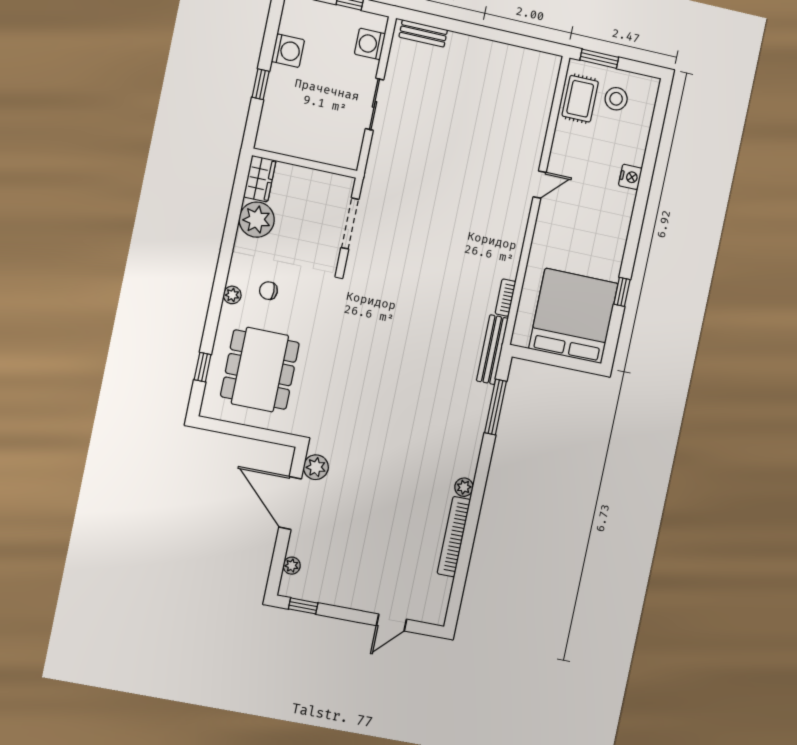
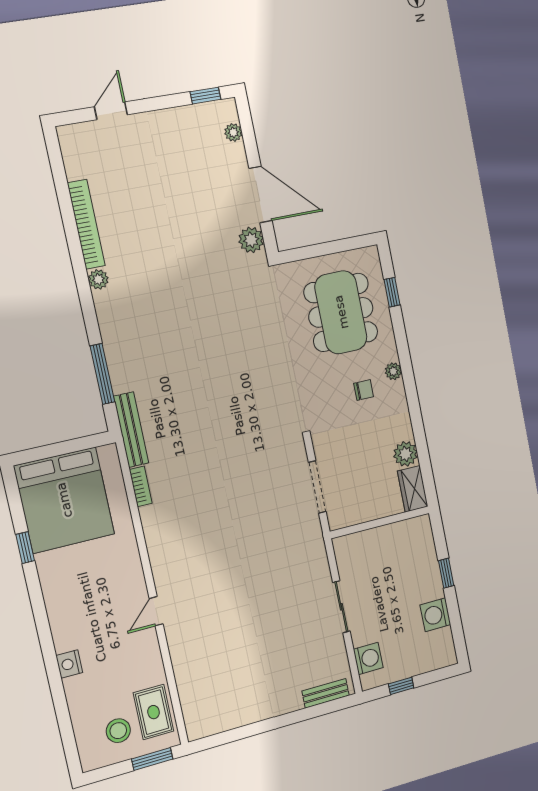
plant: (257, 220) -> (405, 454), width x0.73, depth x0.73

